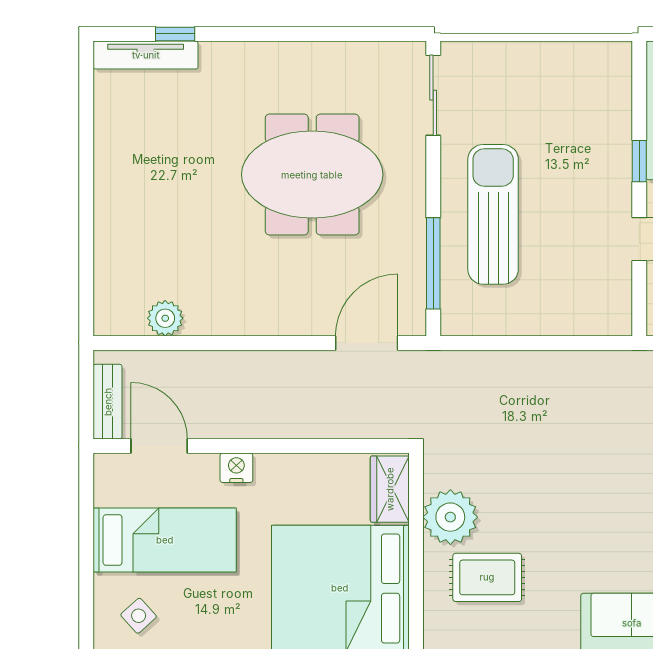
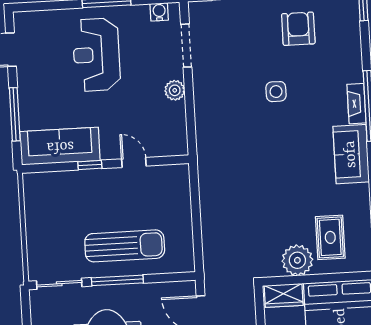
sun lounger: (493, 214) -> (125, 246), turned 180
window: (433, 263) -> (117, 280), moved

